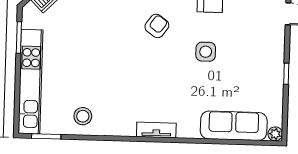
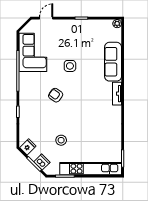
stool: (83, 116) -> (61, 140), moved
sofa: (234, 126) -> (113, 62), moved

